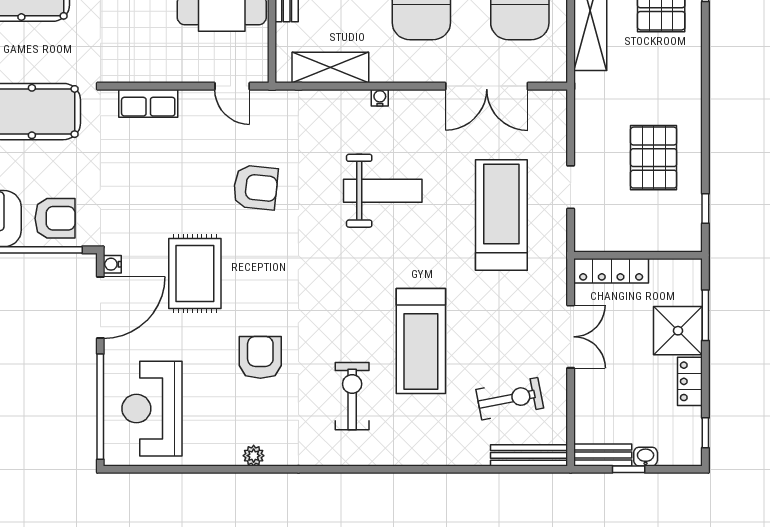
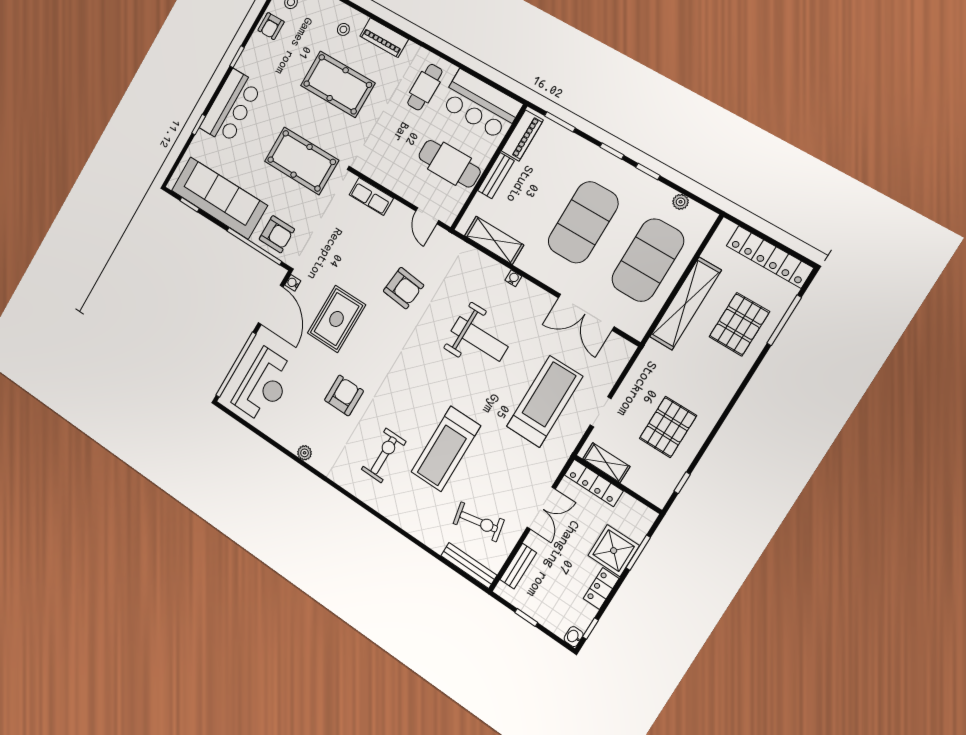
shelving: (611, 239) -> (606, 463), added
door: (100, 308) -> (271, 305), hinge flipped
reception desk: (152, 409) -> (264, 385), turned 180
bench: (603, 455) -> (518, 566), moved, turned 90
washbasin: (646, 457) -> (574, 637), moved, turned -90

